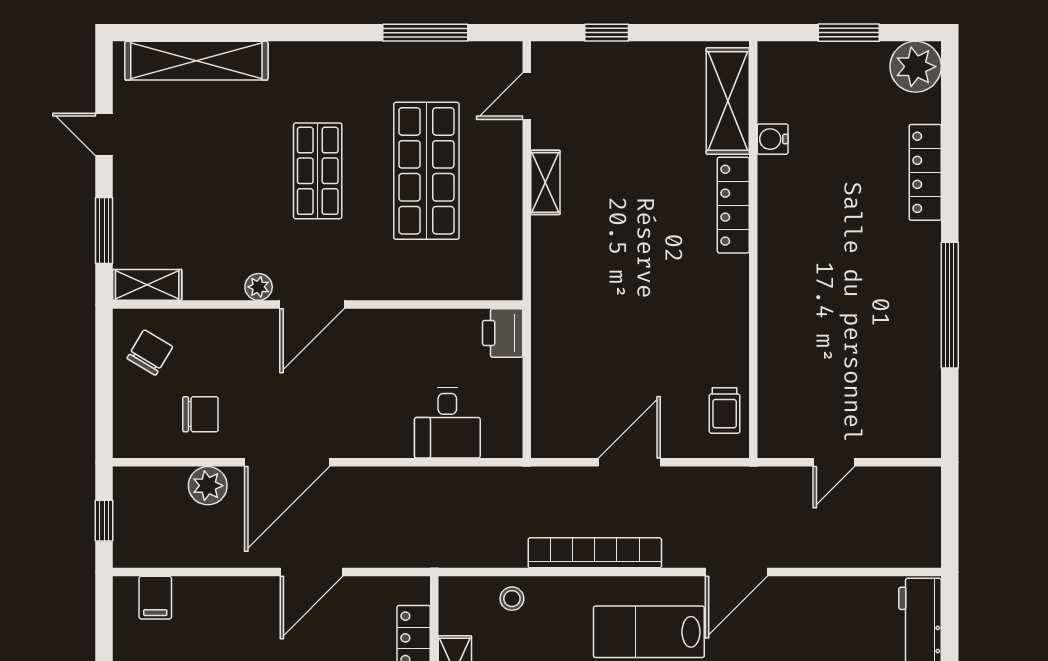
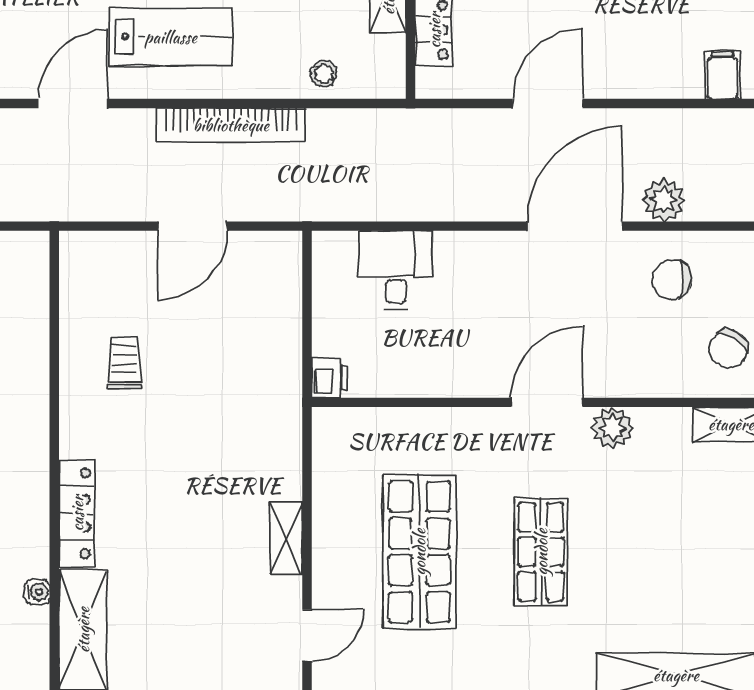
water cooler: (773, 139) -> (37, 592), width x0.72, depth x0.72
plant: (259, 287) -> (613, 428), width x1.38, depth x1.38
printer: (503, 333) -> (330, 378), width x0.73, depth x0.81
trolley: (725, 410) -> (124, 363), moved

